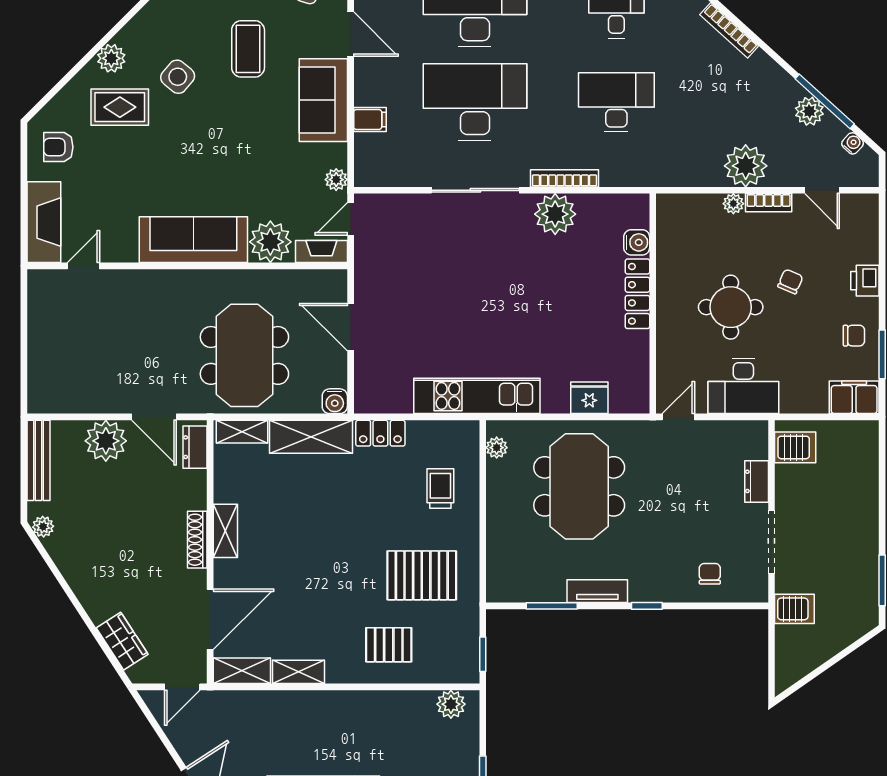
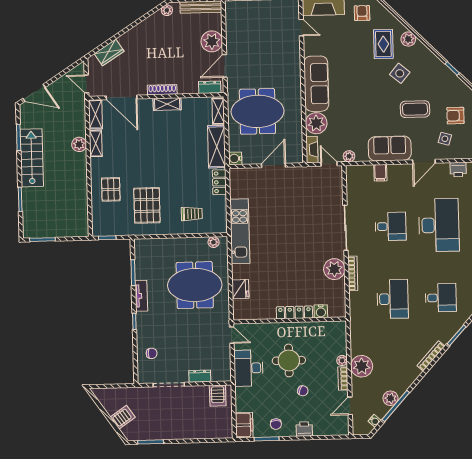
desk: (475, 102) -> (391, 226), width x0.53, depth x0.77
server rack: (794, 609) -> (123, 417), moved, turned -125
plant: (451, 704) -> (79, 144), moved

